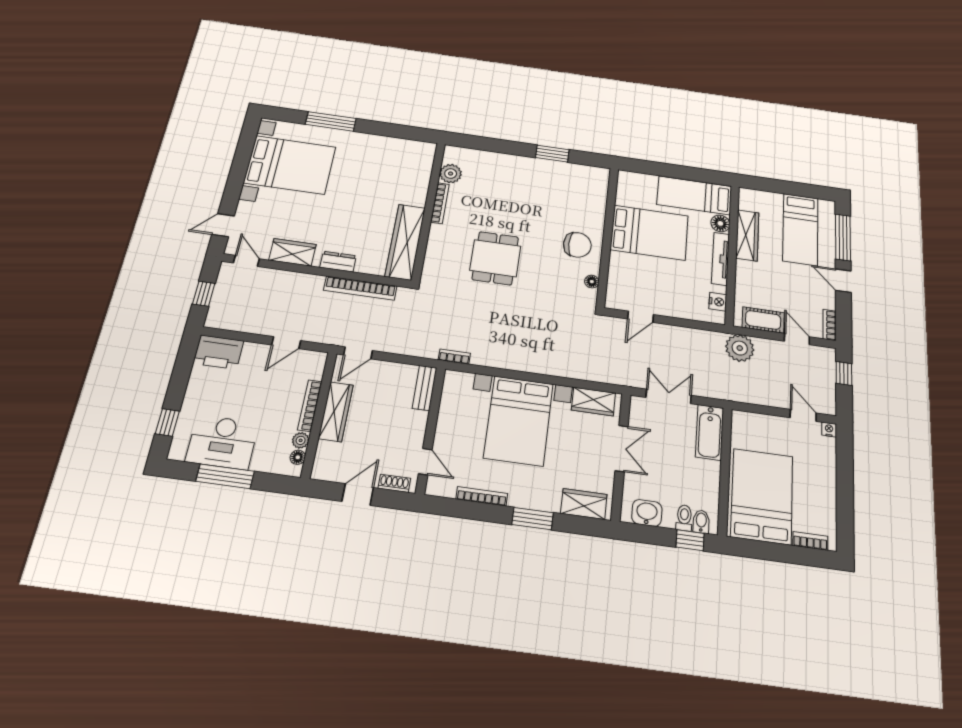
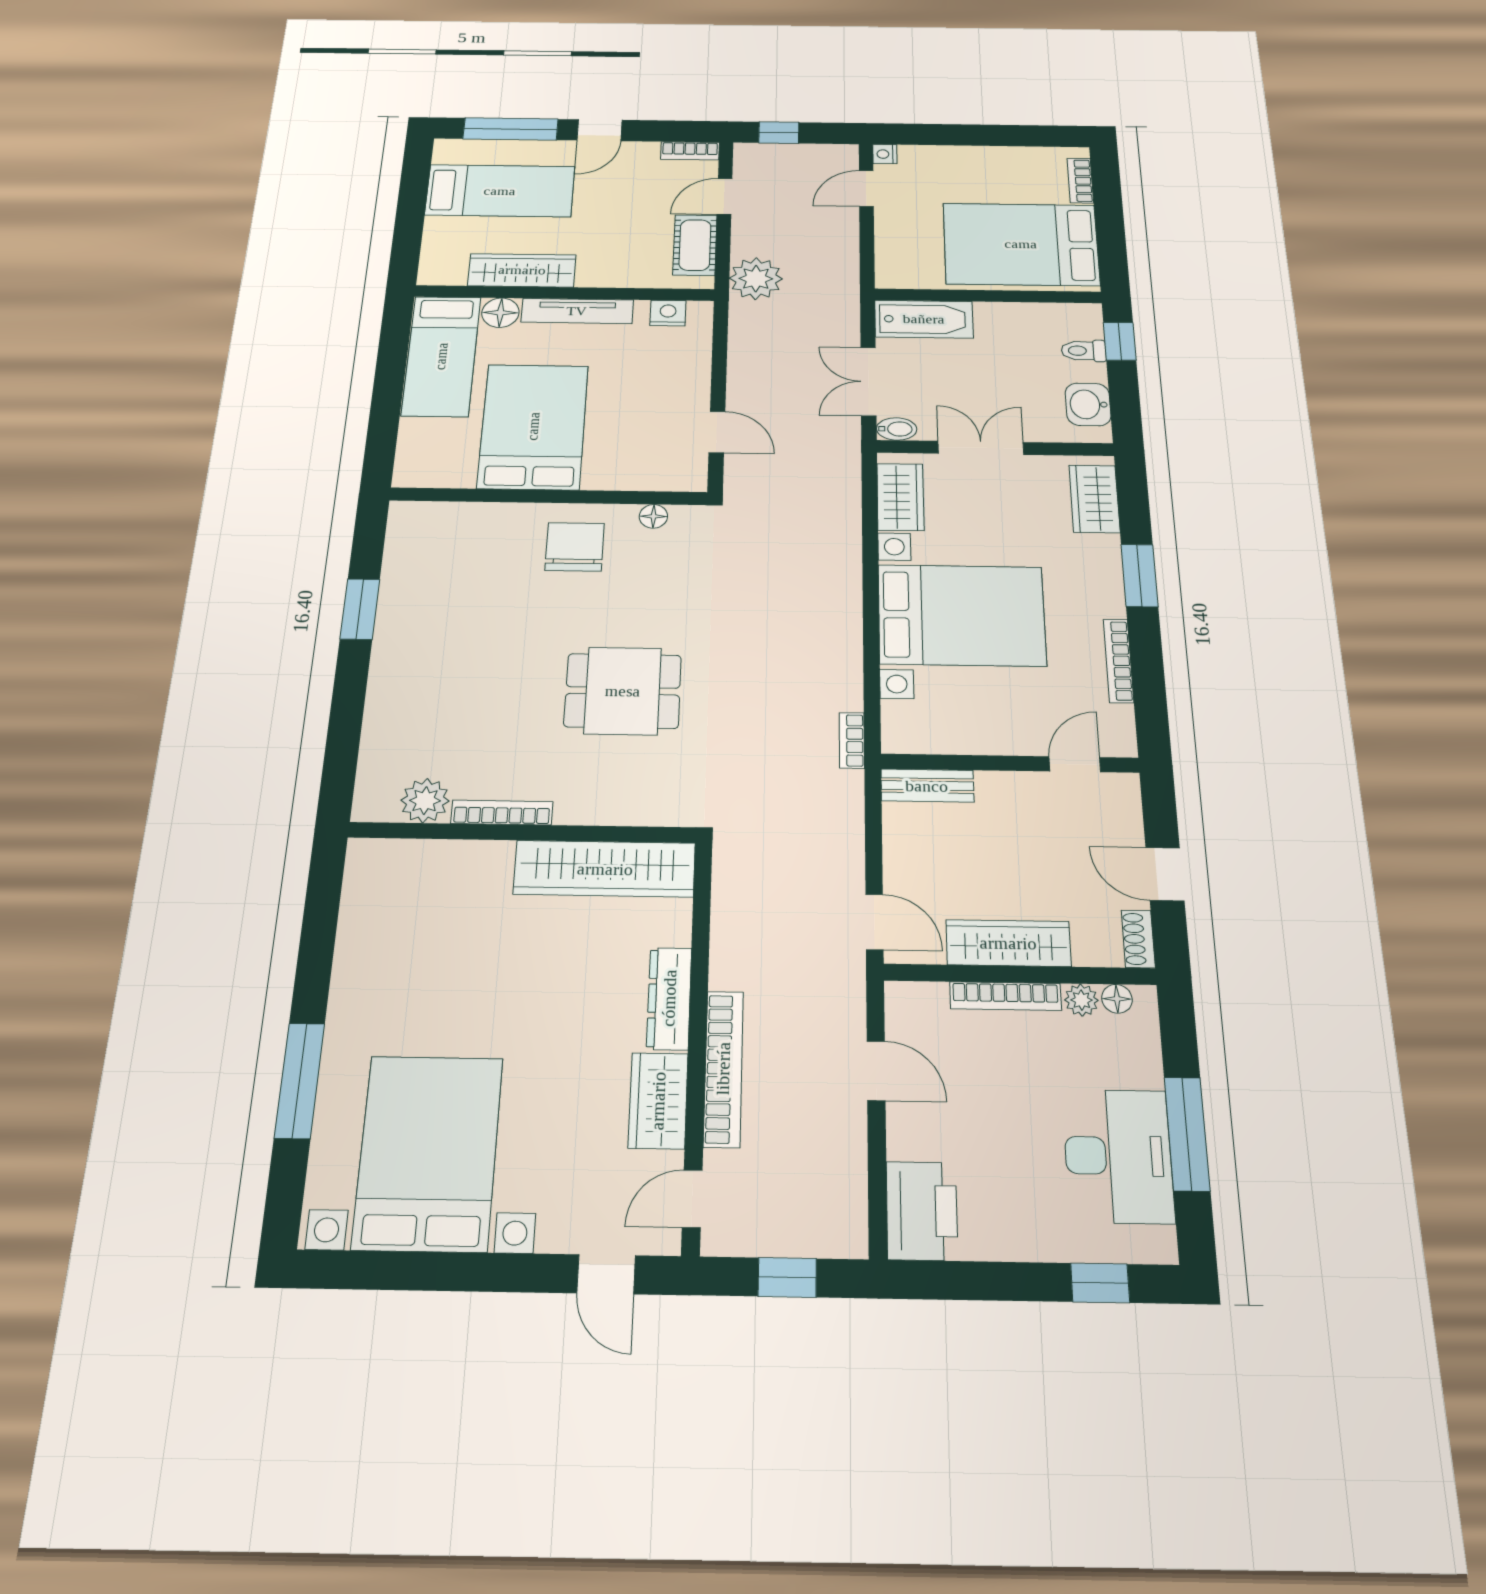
dresser: (338, 262) -> (669, 998), width x1.44
bookcase: (360, 288) -> (723, 1068), moved
shoe rack: (394, 483) -> (1138, 939), moved
bidet: (701, 522) -> (897, 429), moved, turned 180

